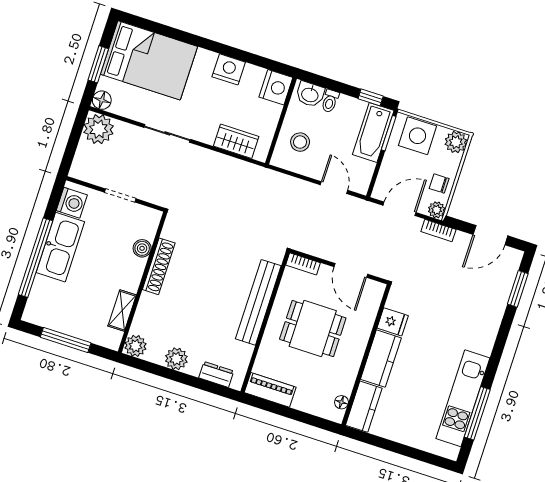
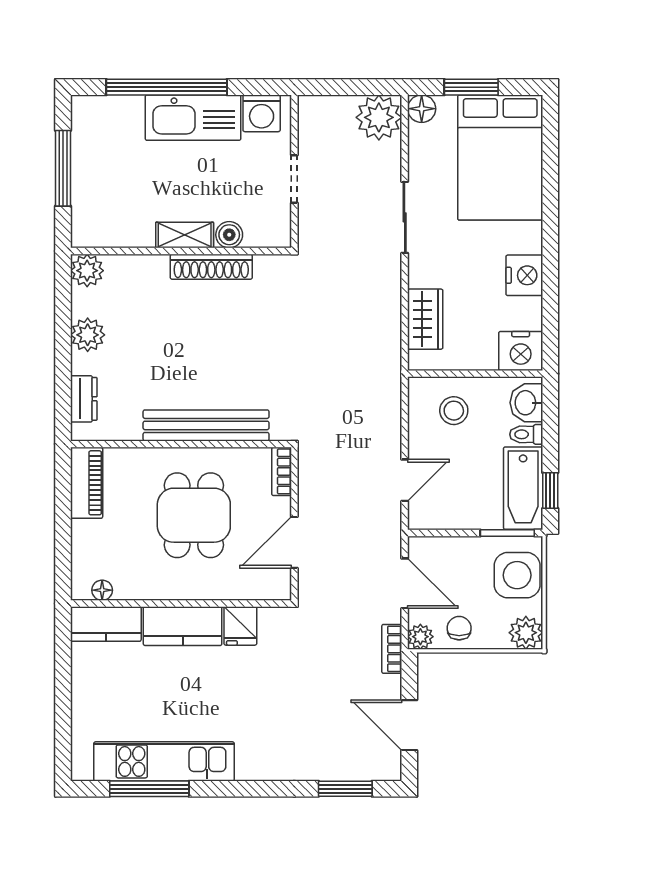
bathtub: (373, 132) -> (523, 488), moved, turned -90
shelving: (122, 311) -> (185, 235), moved

